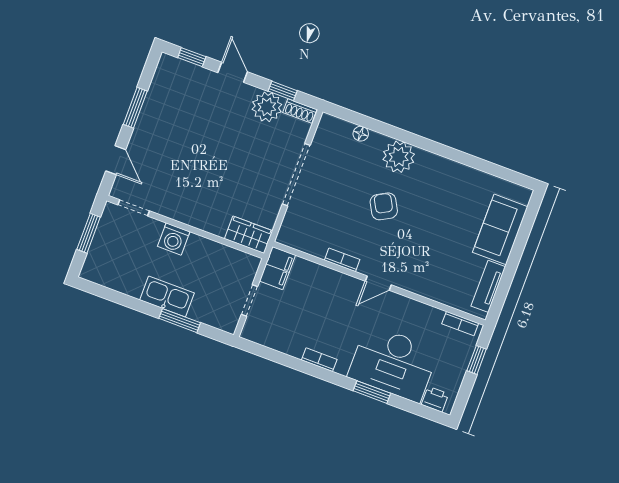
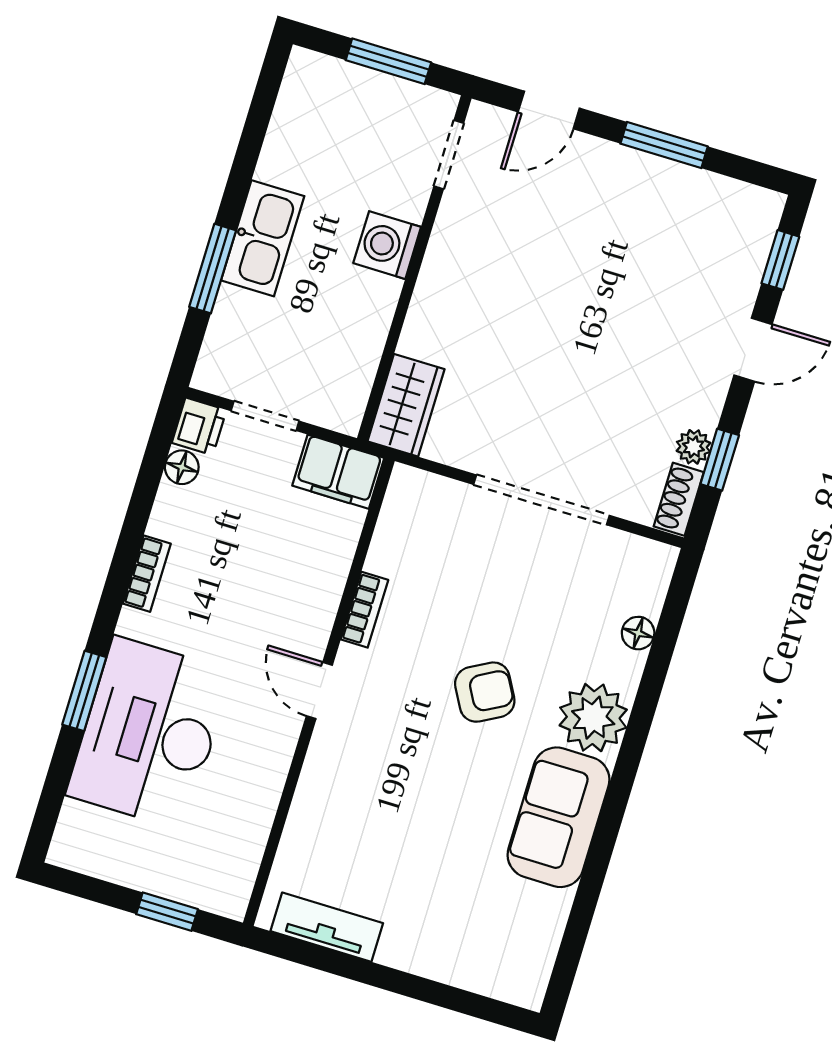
plant: (267, 107) -> (693, 447), width x0.53, depth x0.53
sofa: (500, 229) -> (559, 817), moved, turned -90
bookcase: (460, 324) -> (243, 872), removed
floor lamp: (271, 341) -> (182, 467), added
printer: (435, 399) -> (199, 426), moved

